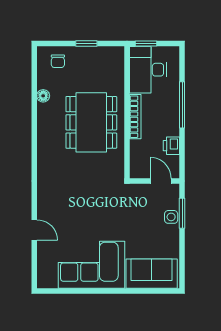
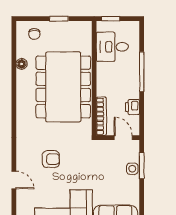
desk: (148, 70) -> (112, 47), width x0.73
bookcase: (135, 117) -> (101, 116), moved
dining table: (91, 122) -> (63, 87), width x1.36, depth x1.24
armchair: (77, 206) -> (51, 159), added

